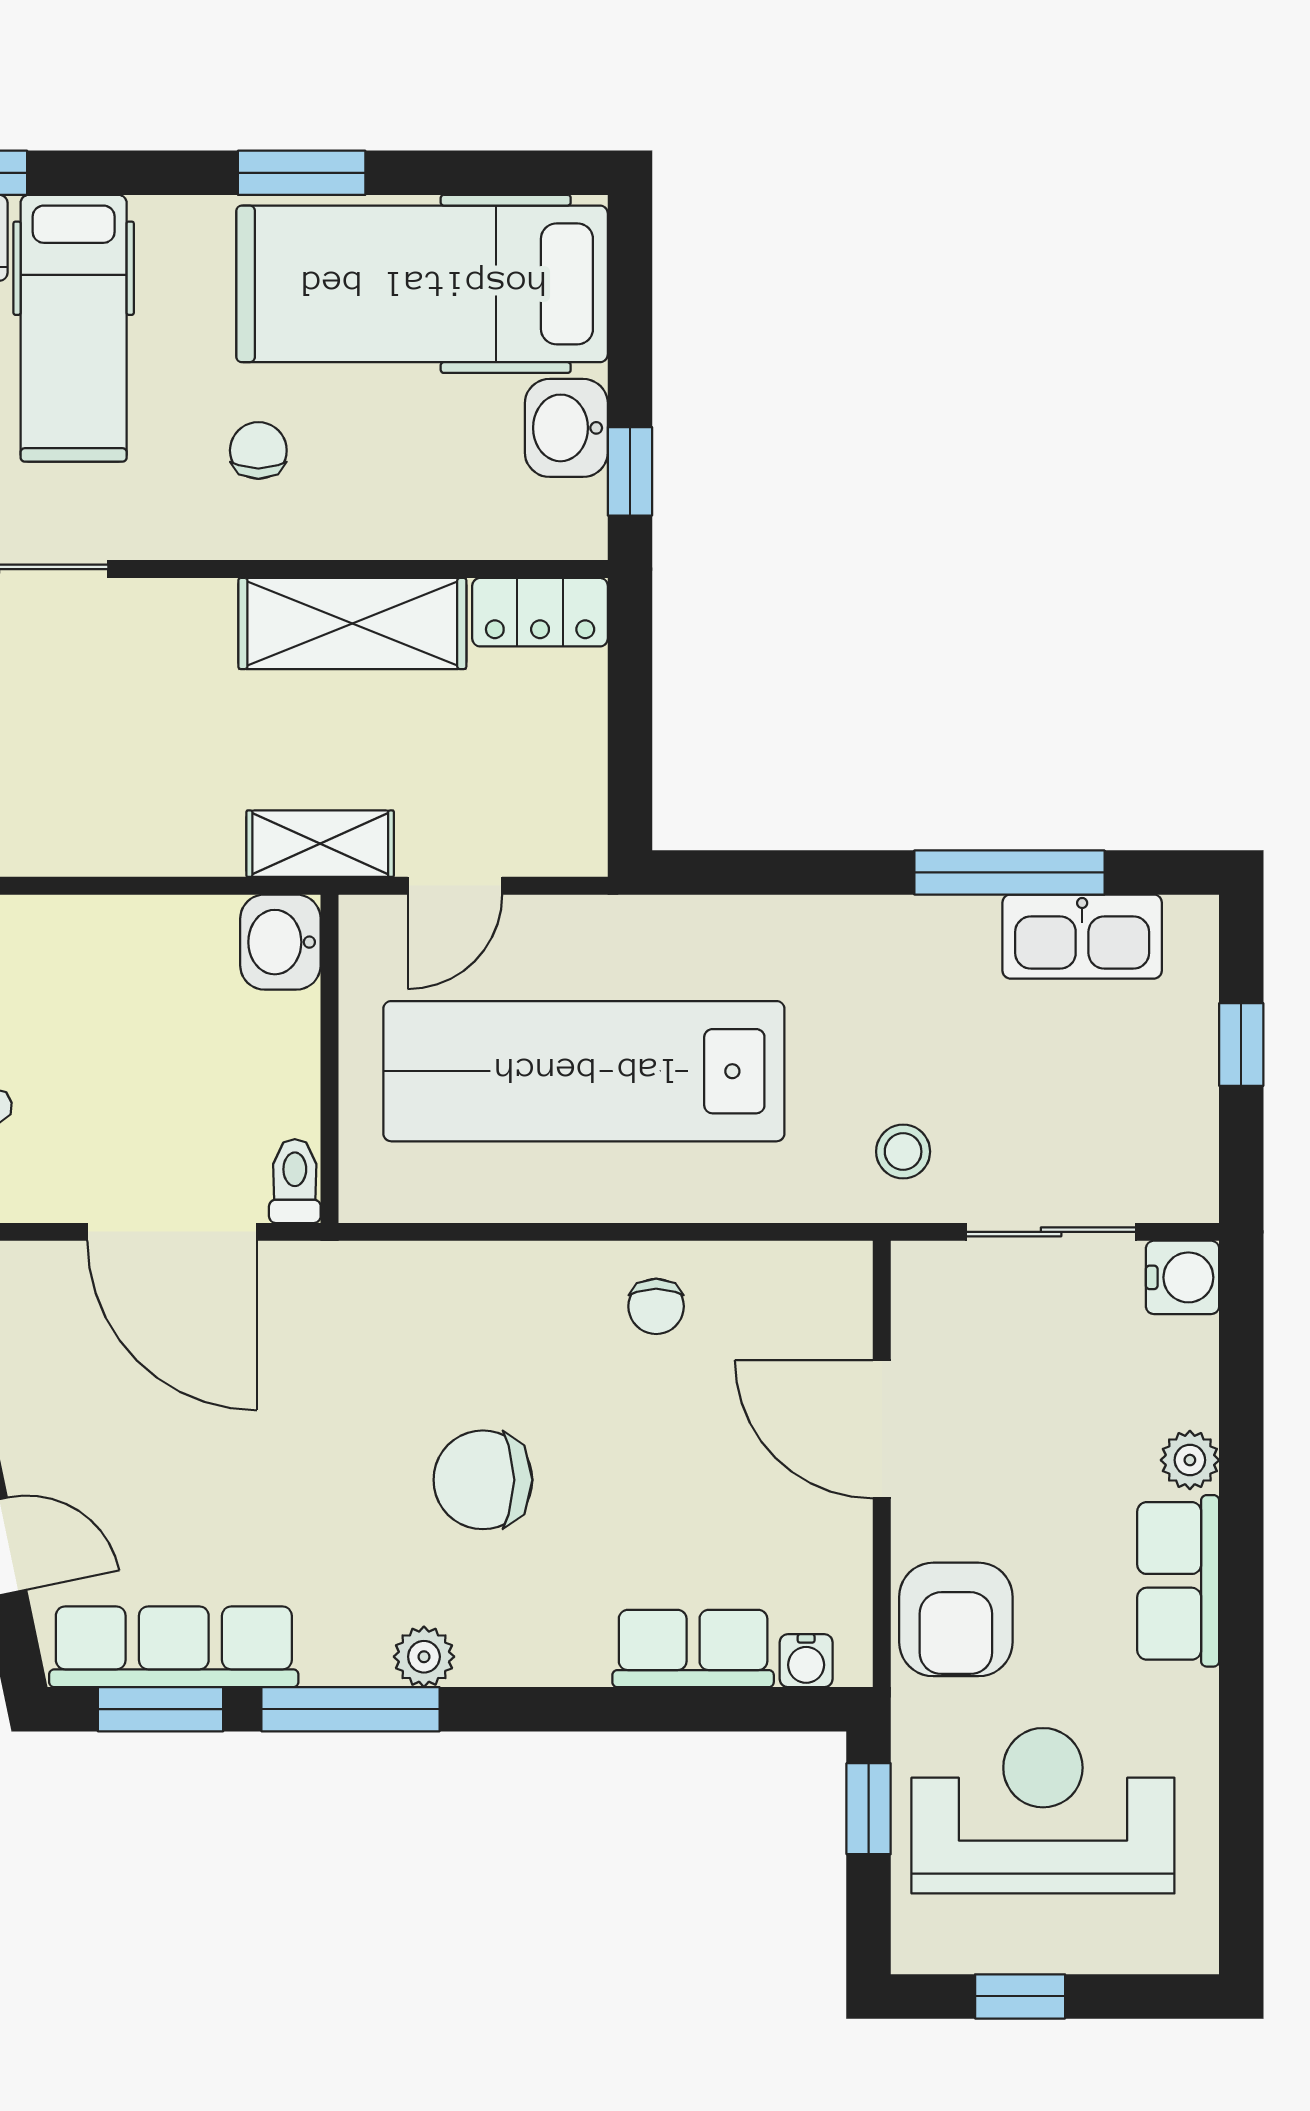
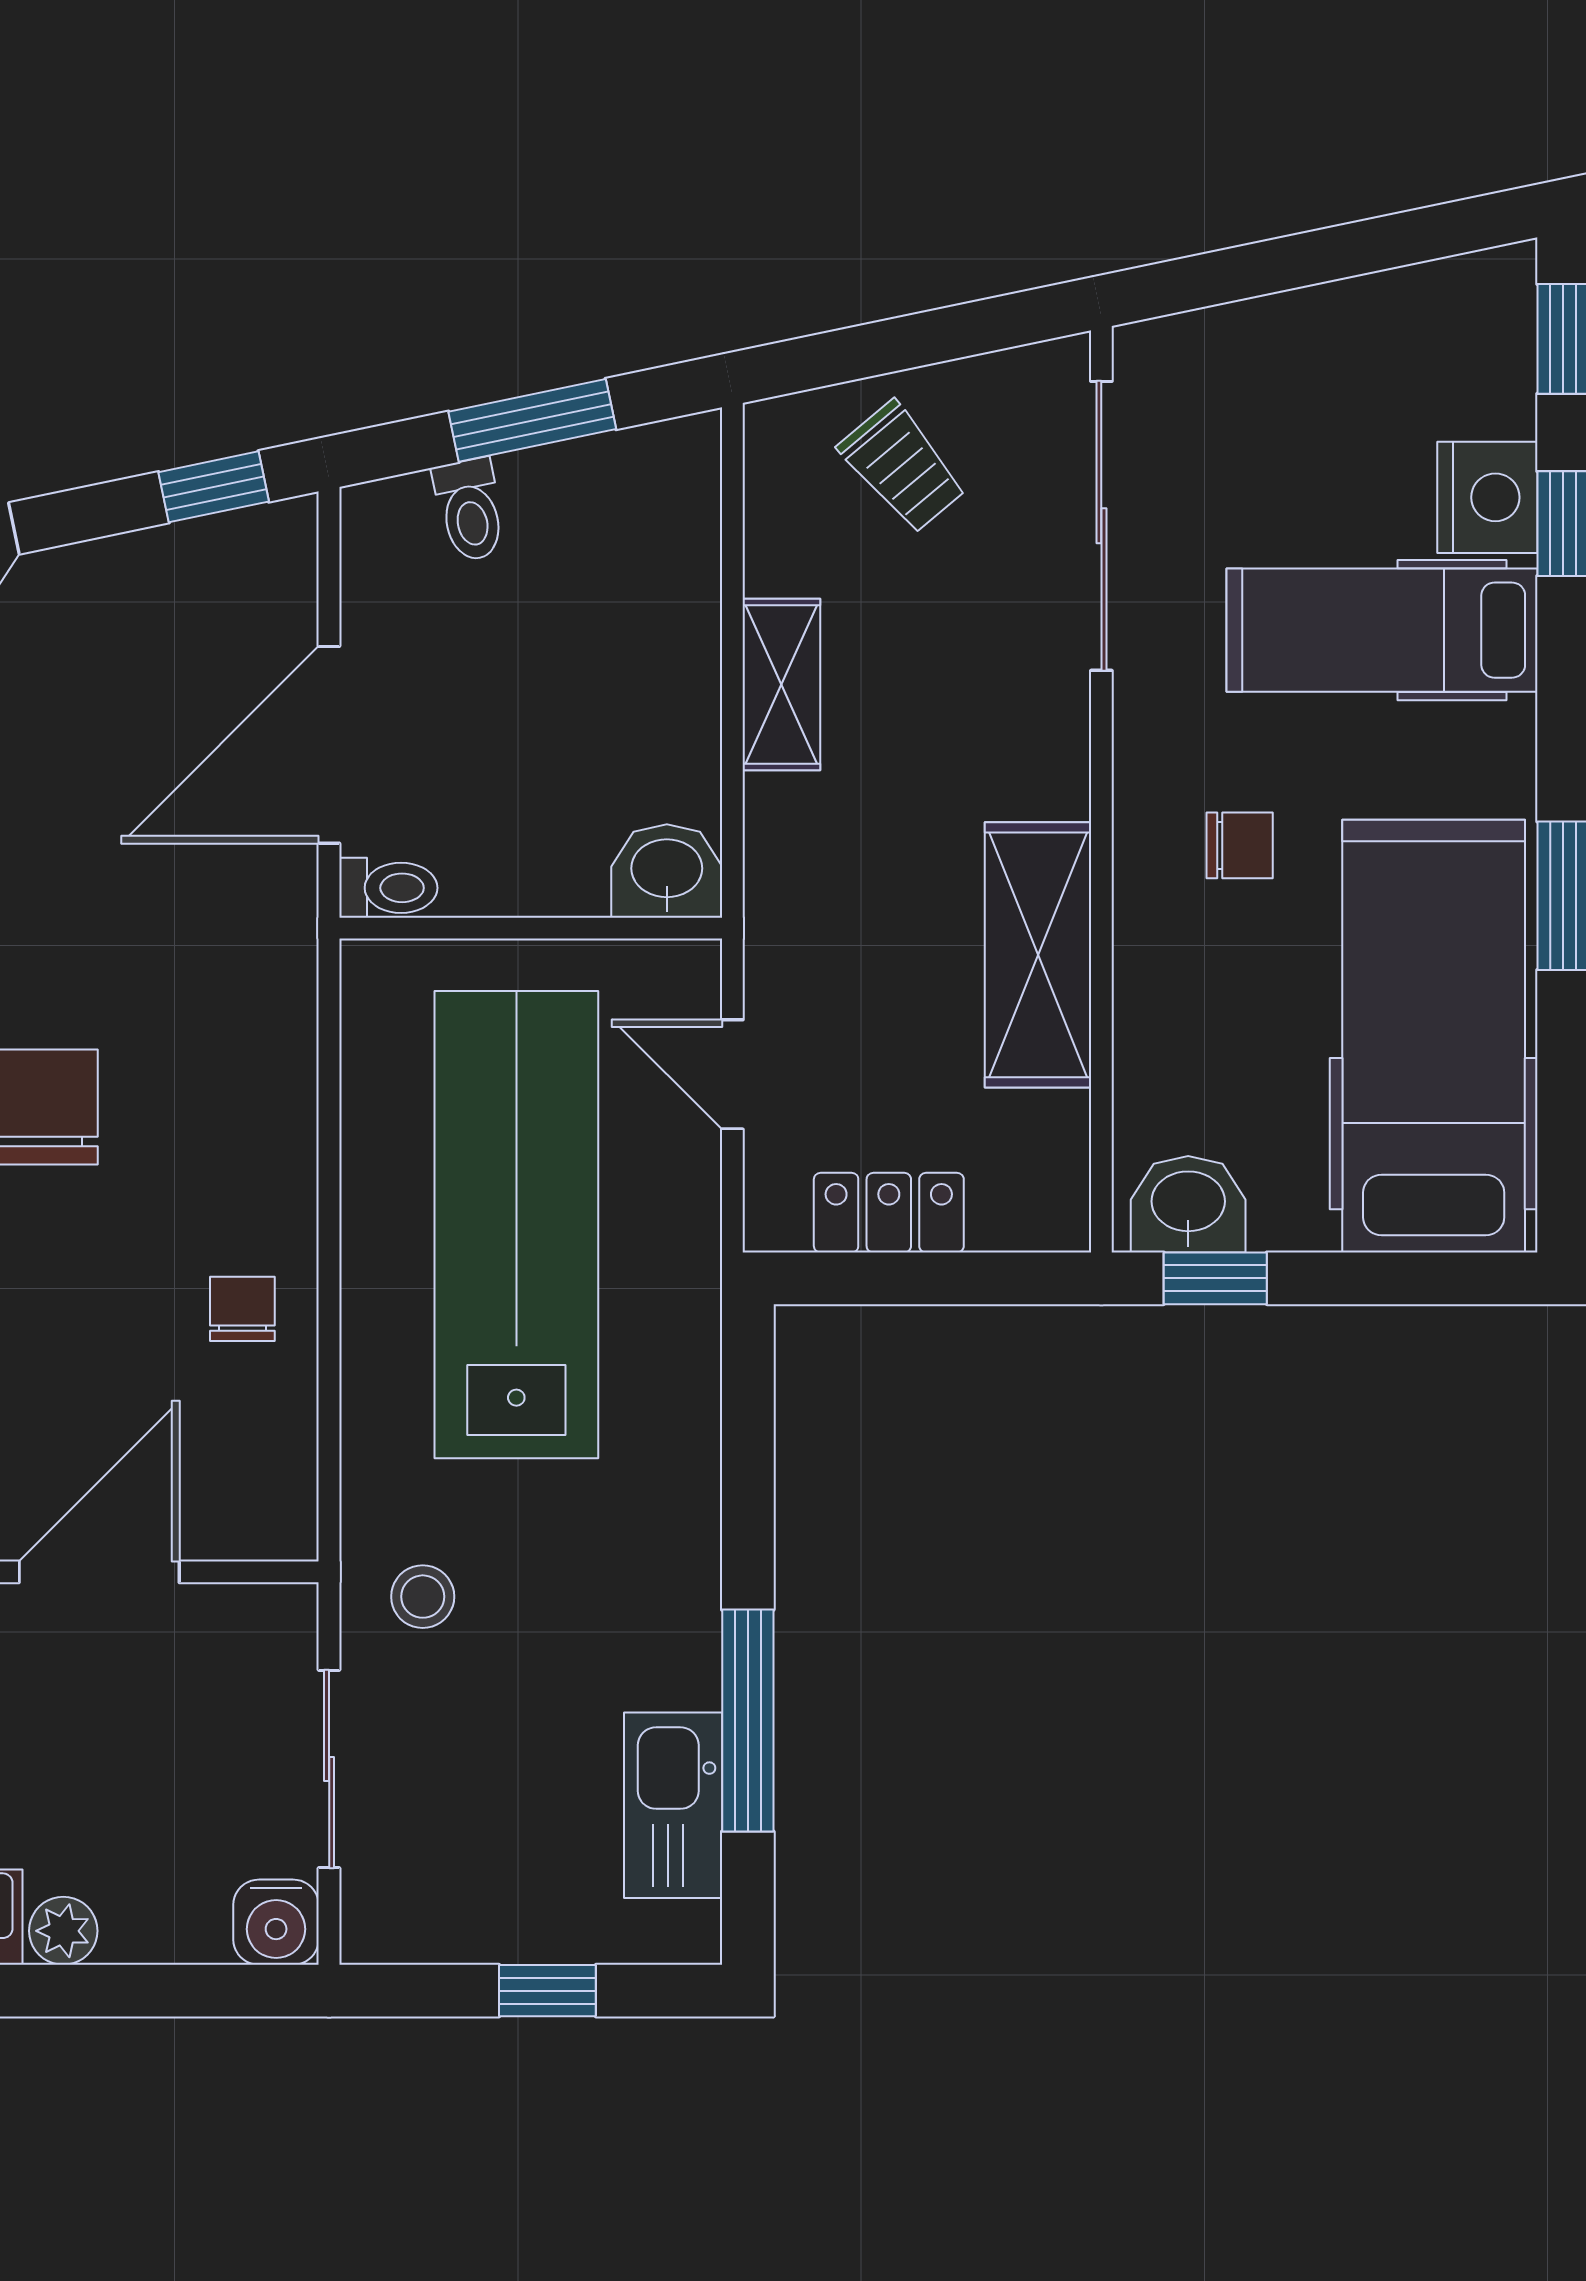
washbasin: (566, 428) -> (1188, 1204), moved
locker: (540, 612) -> (889, 1213), moved, turned 90
shelving: (320, 844) -> (781, 684), moved
chair: (656, 1306) -> (242, 1309), turned 90

